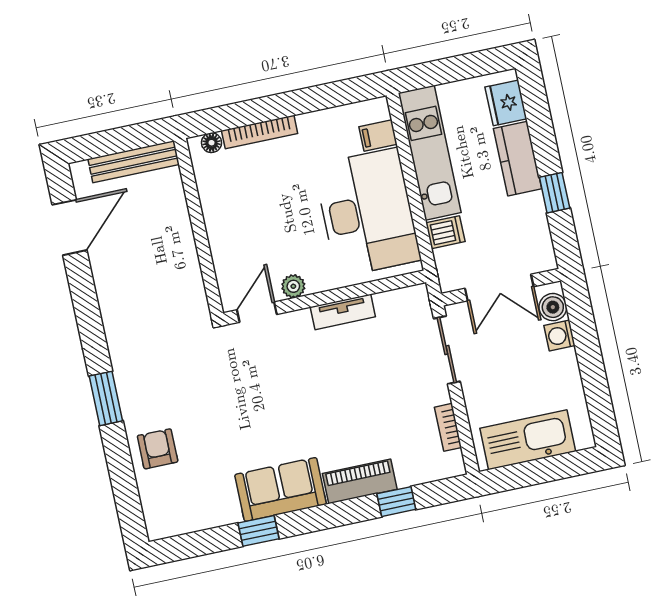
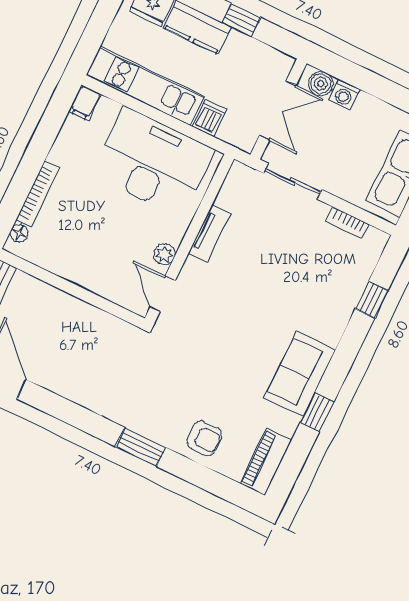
filing cabinet: (378, 136) -> (85, 103), moved
armchair: (158, 449) -> (204, 438), turned 180
piano: (360, 481) -> (266, 462), moved

